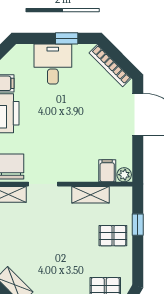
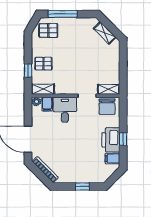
window: (67, 38) -> (82, 187), moved
desk: (53, 64) -> (65, 110), moved, turned 180
shelving: (91, 195) -> (43, 89), moved

